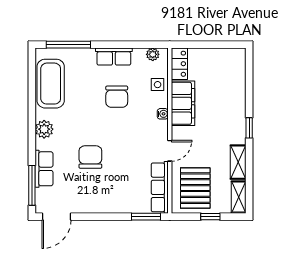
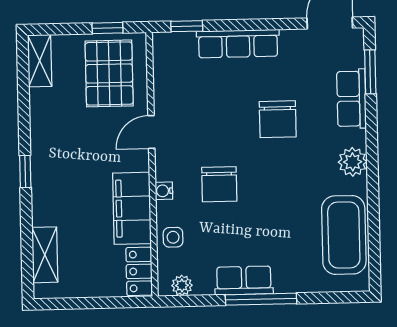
window: (68, 45) -> (261, 299), moved
chair: (117, 97) -> (219, 184), moved, turned 180
shelving: (238, 162) -> (45, 255), moved
window: (32, 185) -> (370, 72), width x0.69
row of seats: (160, 187) -> (238, 44), moved, turned 90
window: (146, 217) -> (187, 26), width x0.67
window: (210, 217) -> (108, 28), moved

